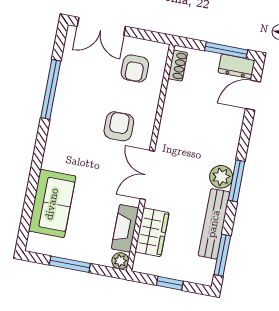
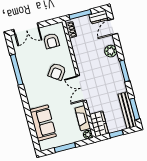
window: (226, 50) -> (80, 14), moved
armchair: (119, 126) -> (57, 72), turned -145
plant: (221, 177) -> (111, 51), moved
bench: (214, 224) -> (127, 110), moved
wardrobe: (152, 232) -> (99, 124), moved

